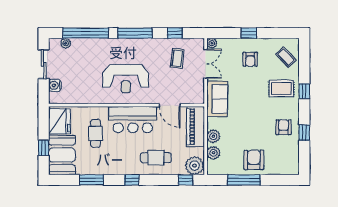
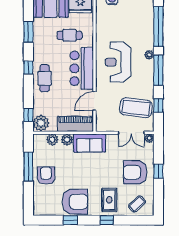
plant: (66, 43) -> (149, 55), moved
coffee table: (177, 58) -> (136, 108), width x1.86, depth x1.72
armchair: (250, 59) -> (135, 172), width x1.88, depth x1.88
sofa: (217, 99) -> (89, 143), moved
armchair: (283, 127) -> (75, 202), width x1.88, depth x1.88
cafe table: (156, 158) -> (45, 78), moved
armchair: (254, 160) -> (46, 176), turned -90

